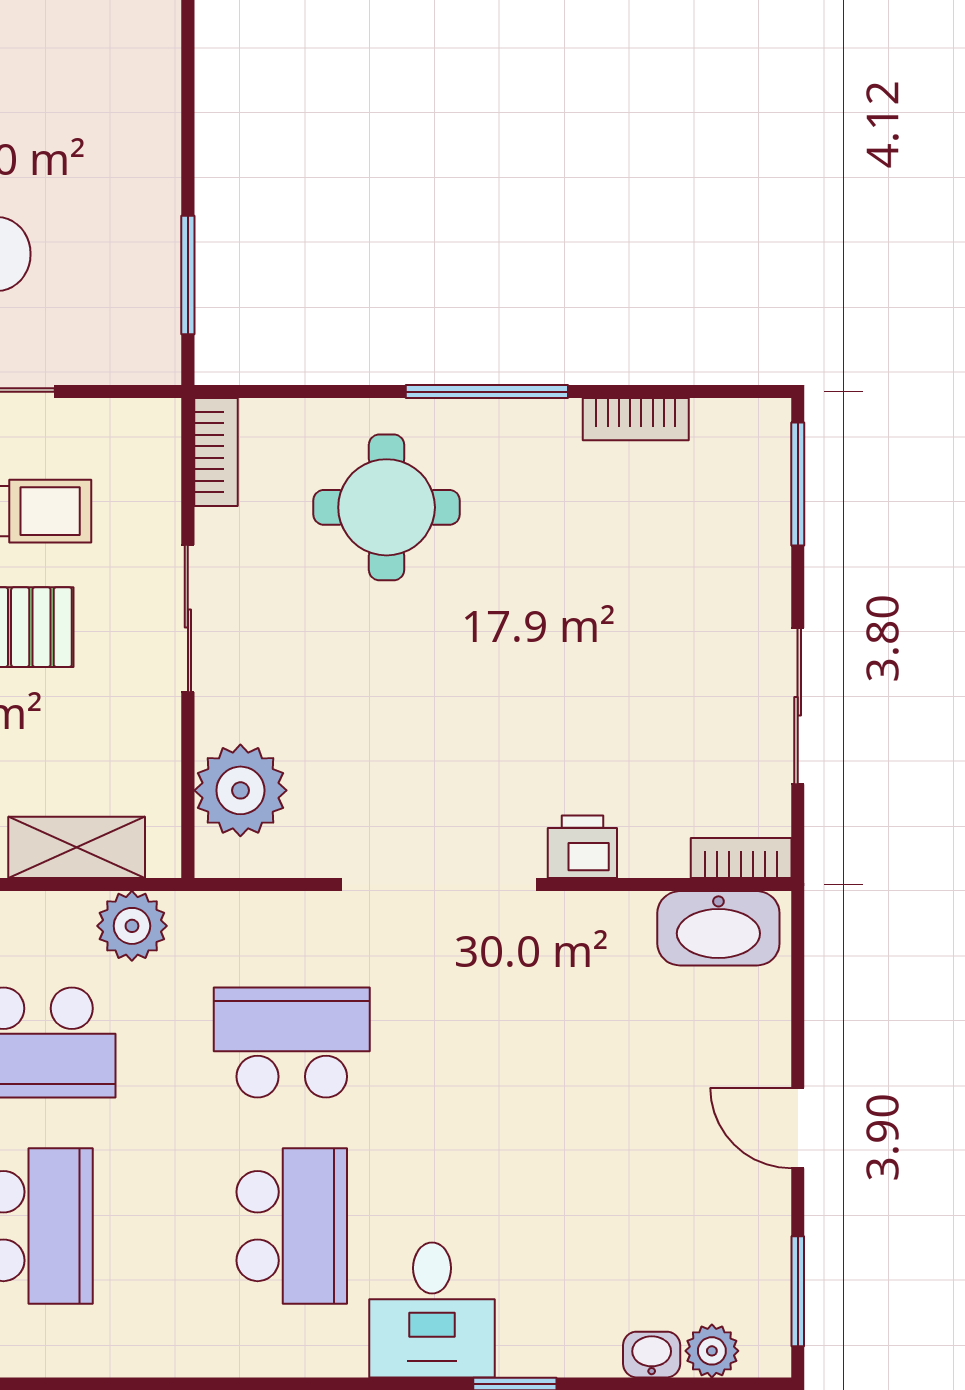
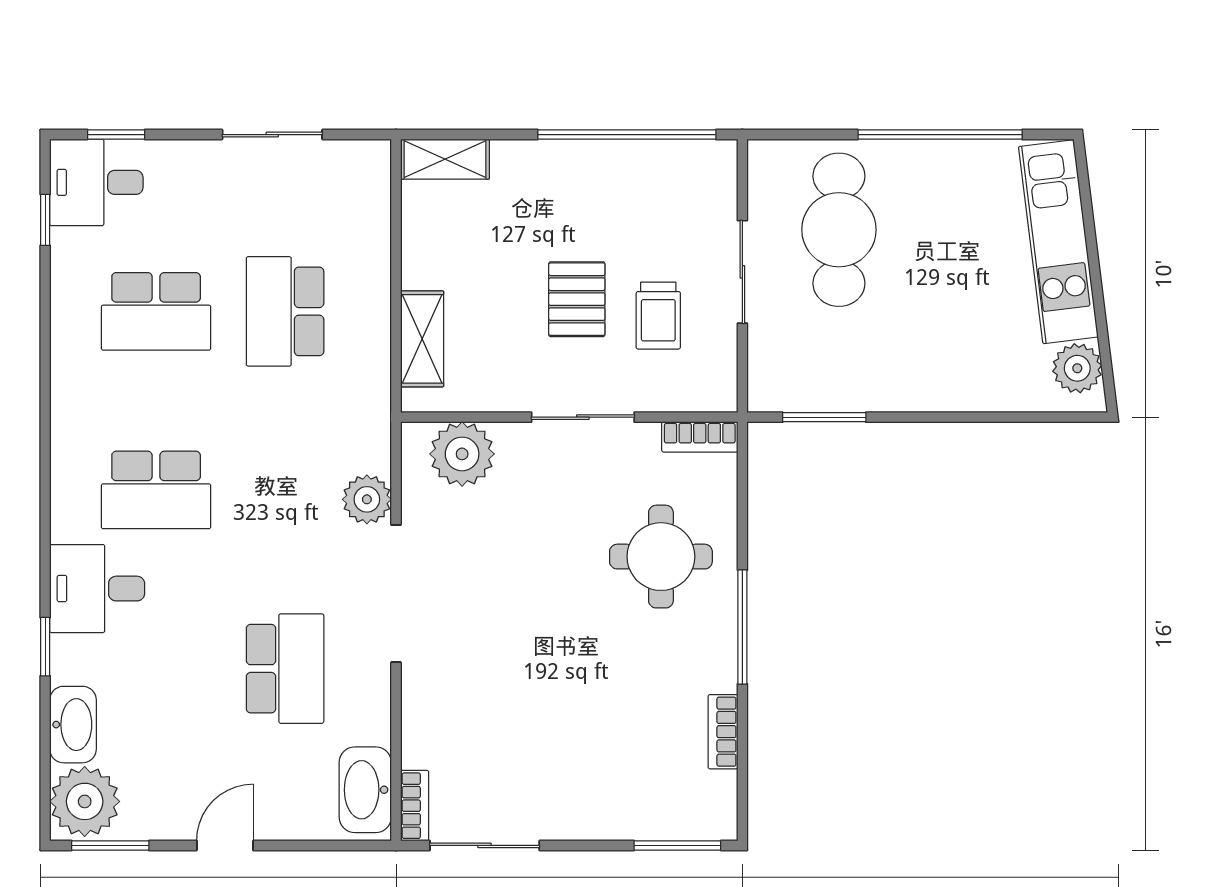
sliding door: (798, 706) -> (485, 845), moved
printer: (582, 847) -> (423, 694), removed
plant: (132, 926) -> (367, 499), moved
school desk: (292, 1042) -> (285, 669), moved
plant: (712, 1351) -> (85, 801), width x1.87, depth x1.87
washbasin: (652, 1355) -> (73, 725), width x1.91, depth x1.45

